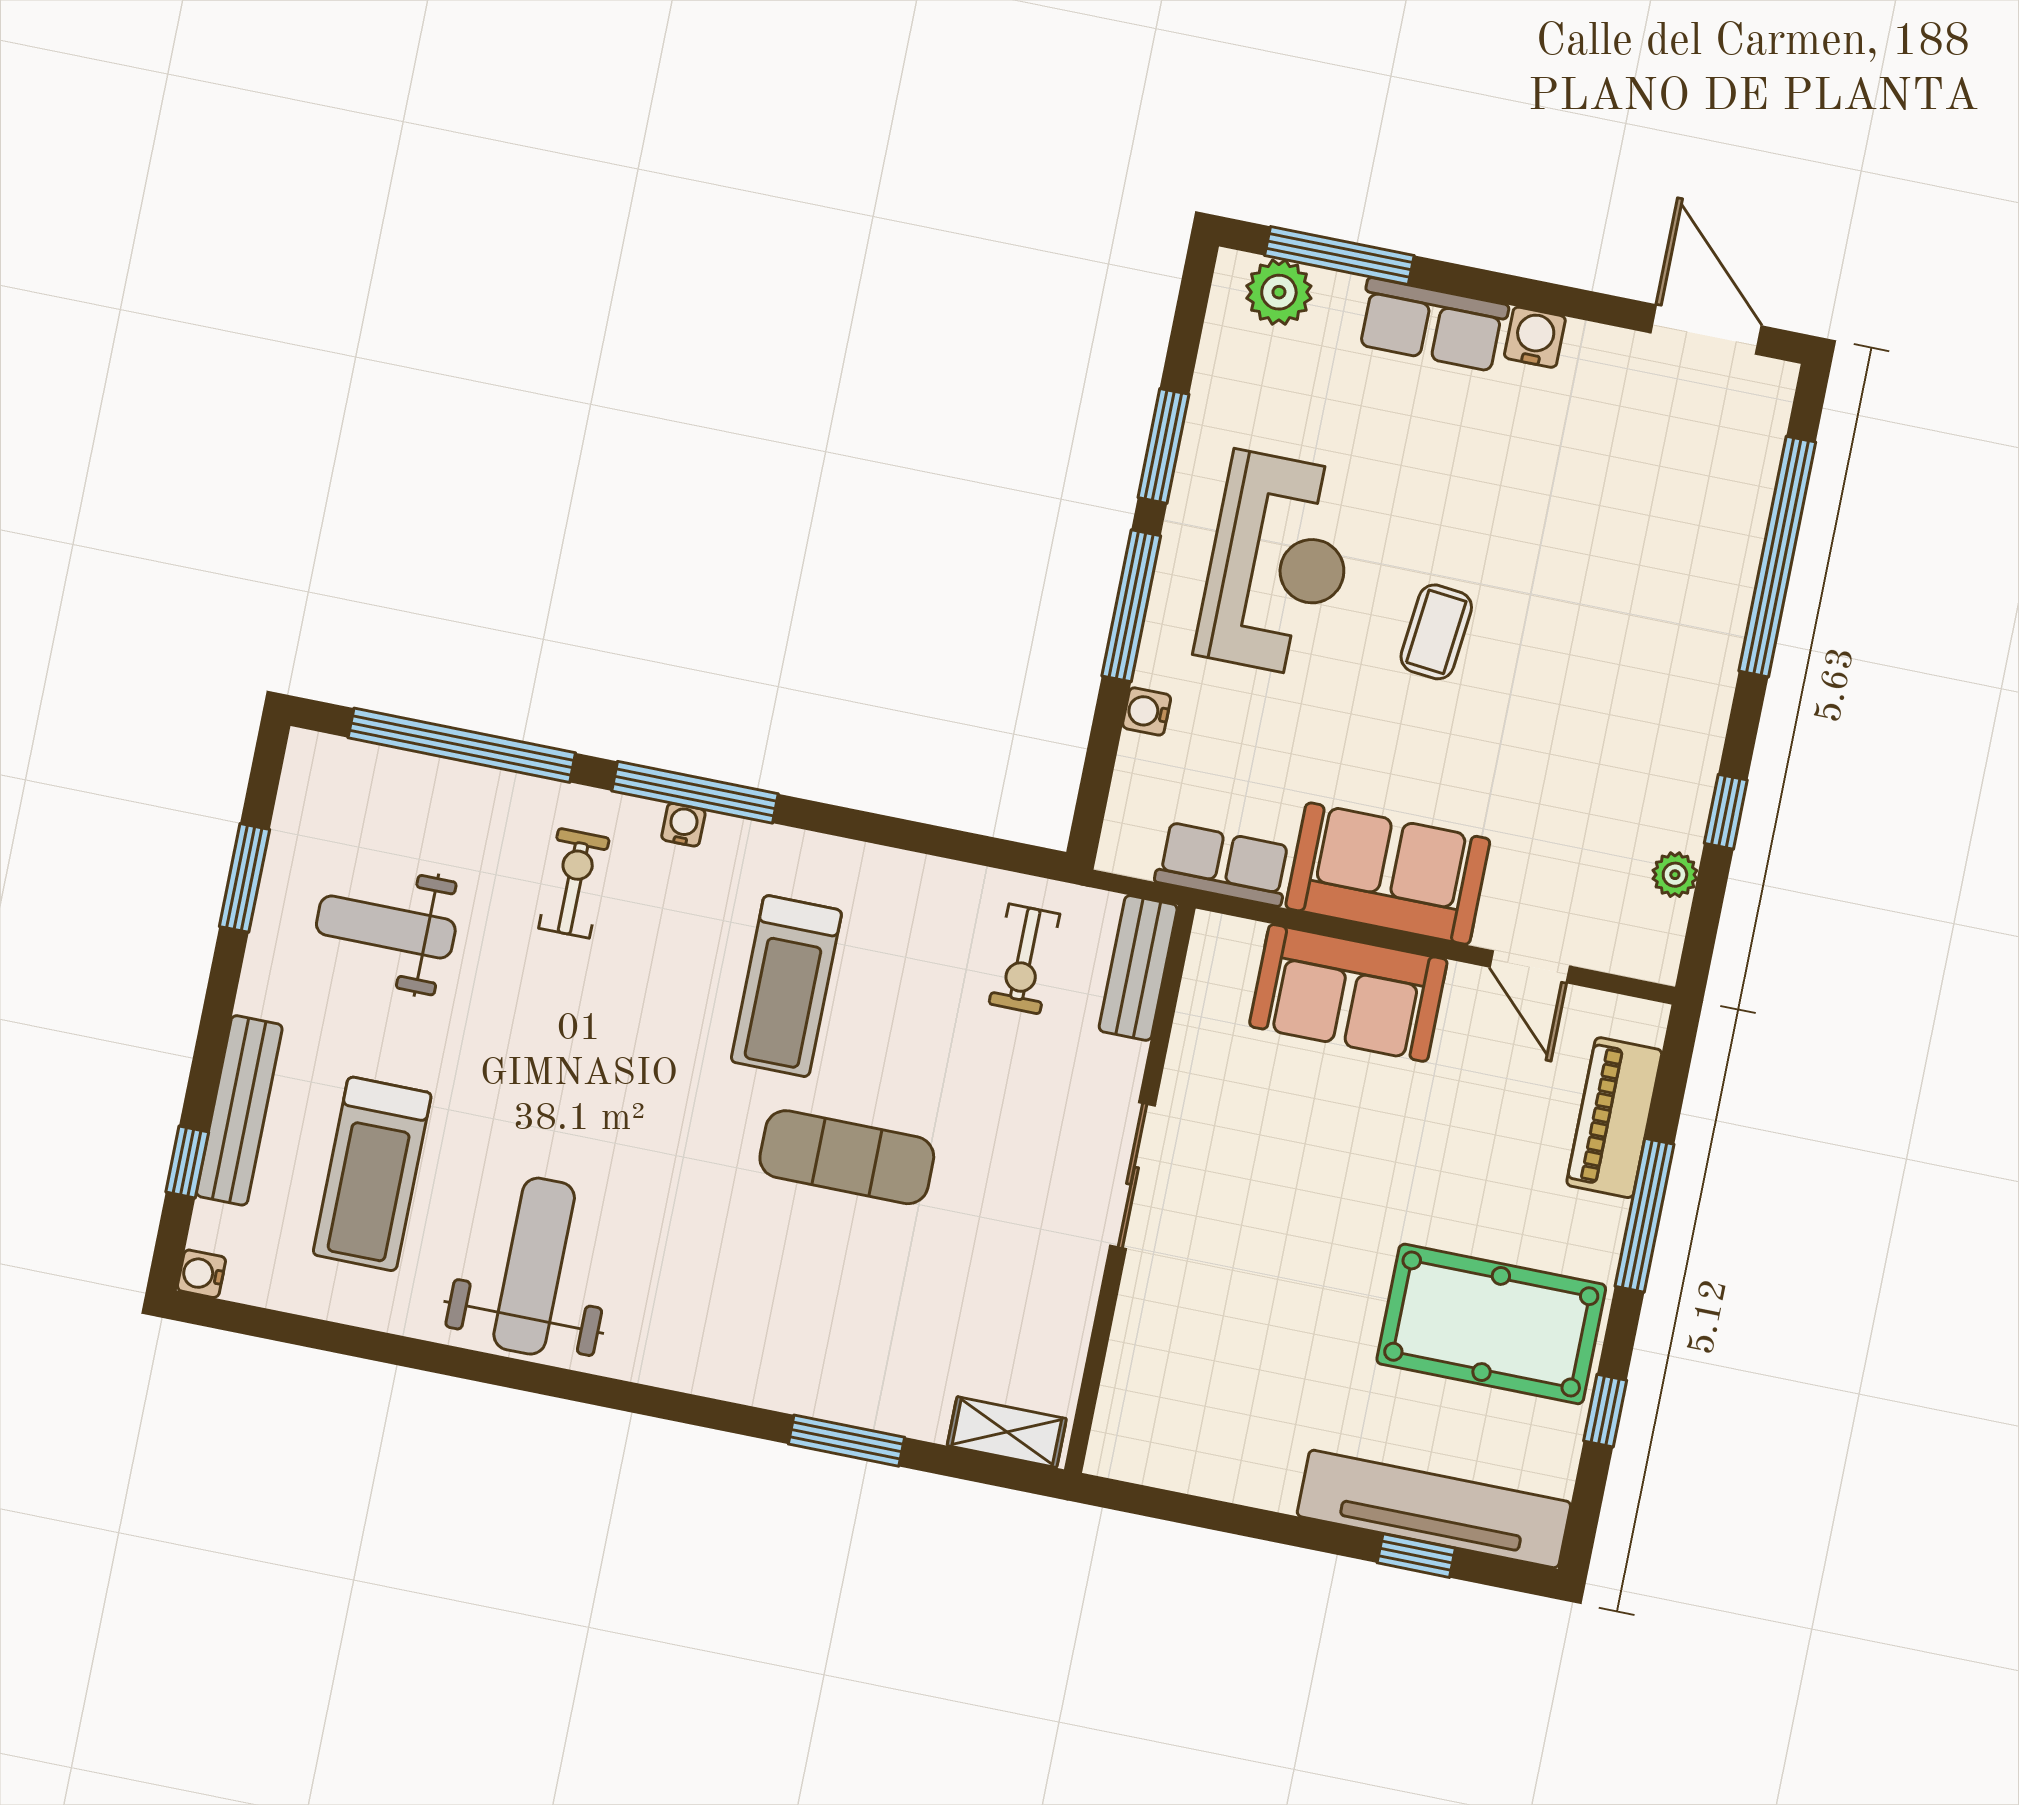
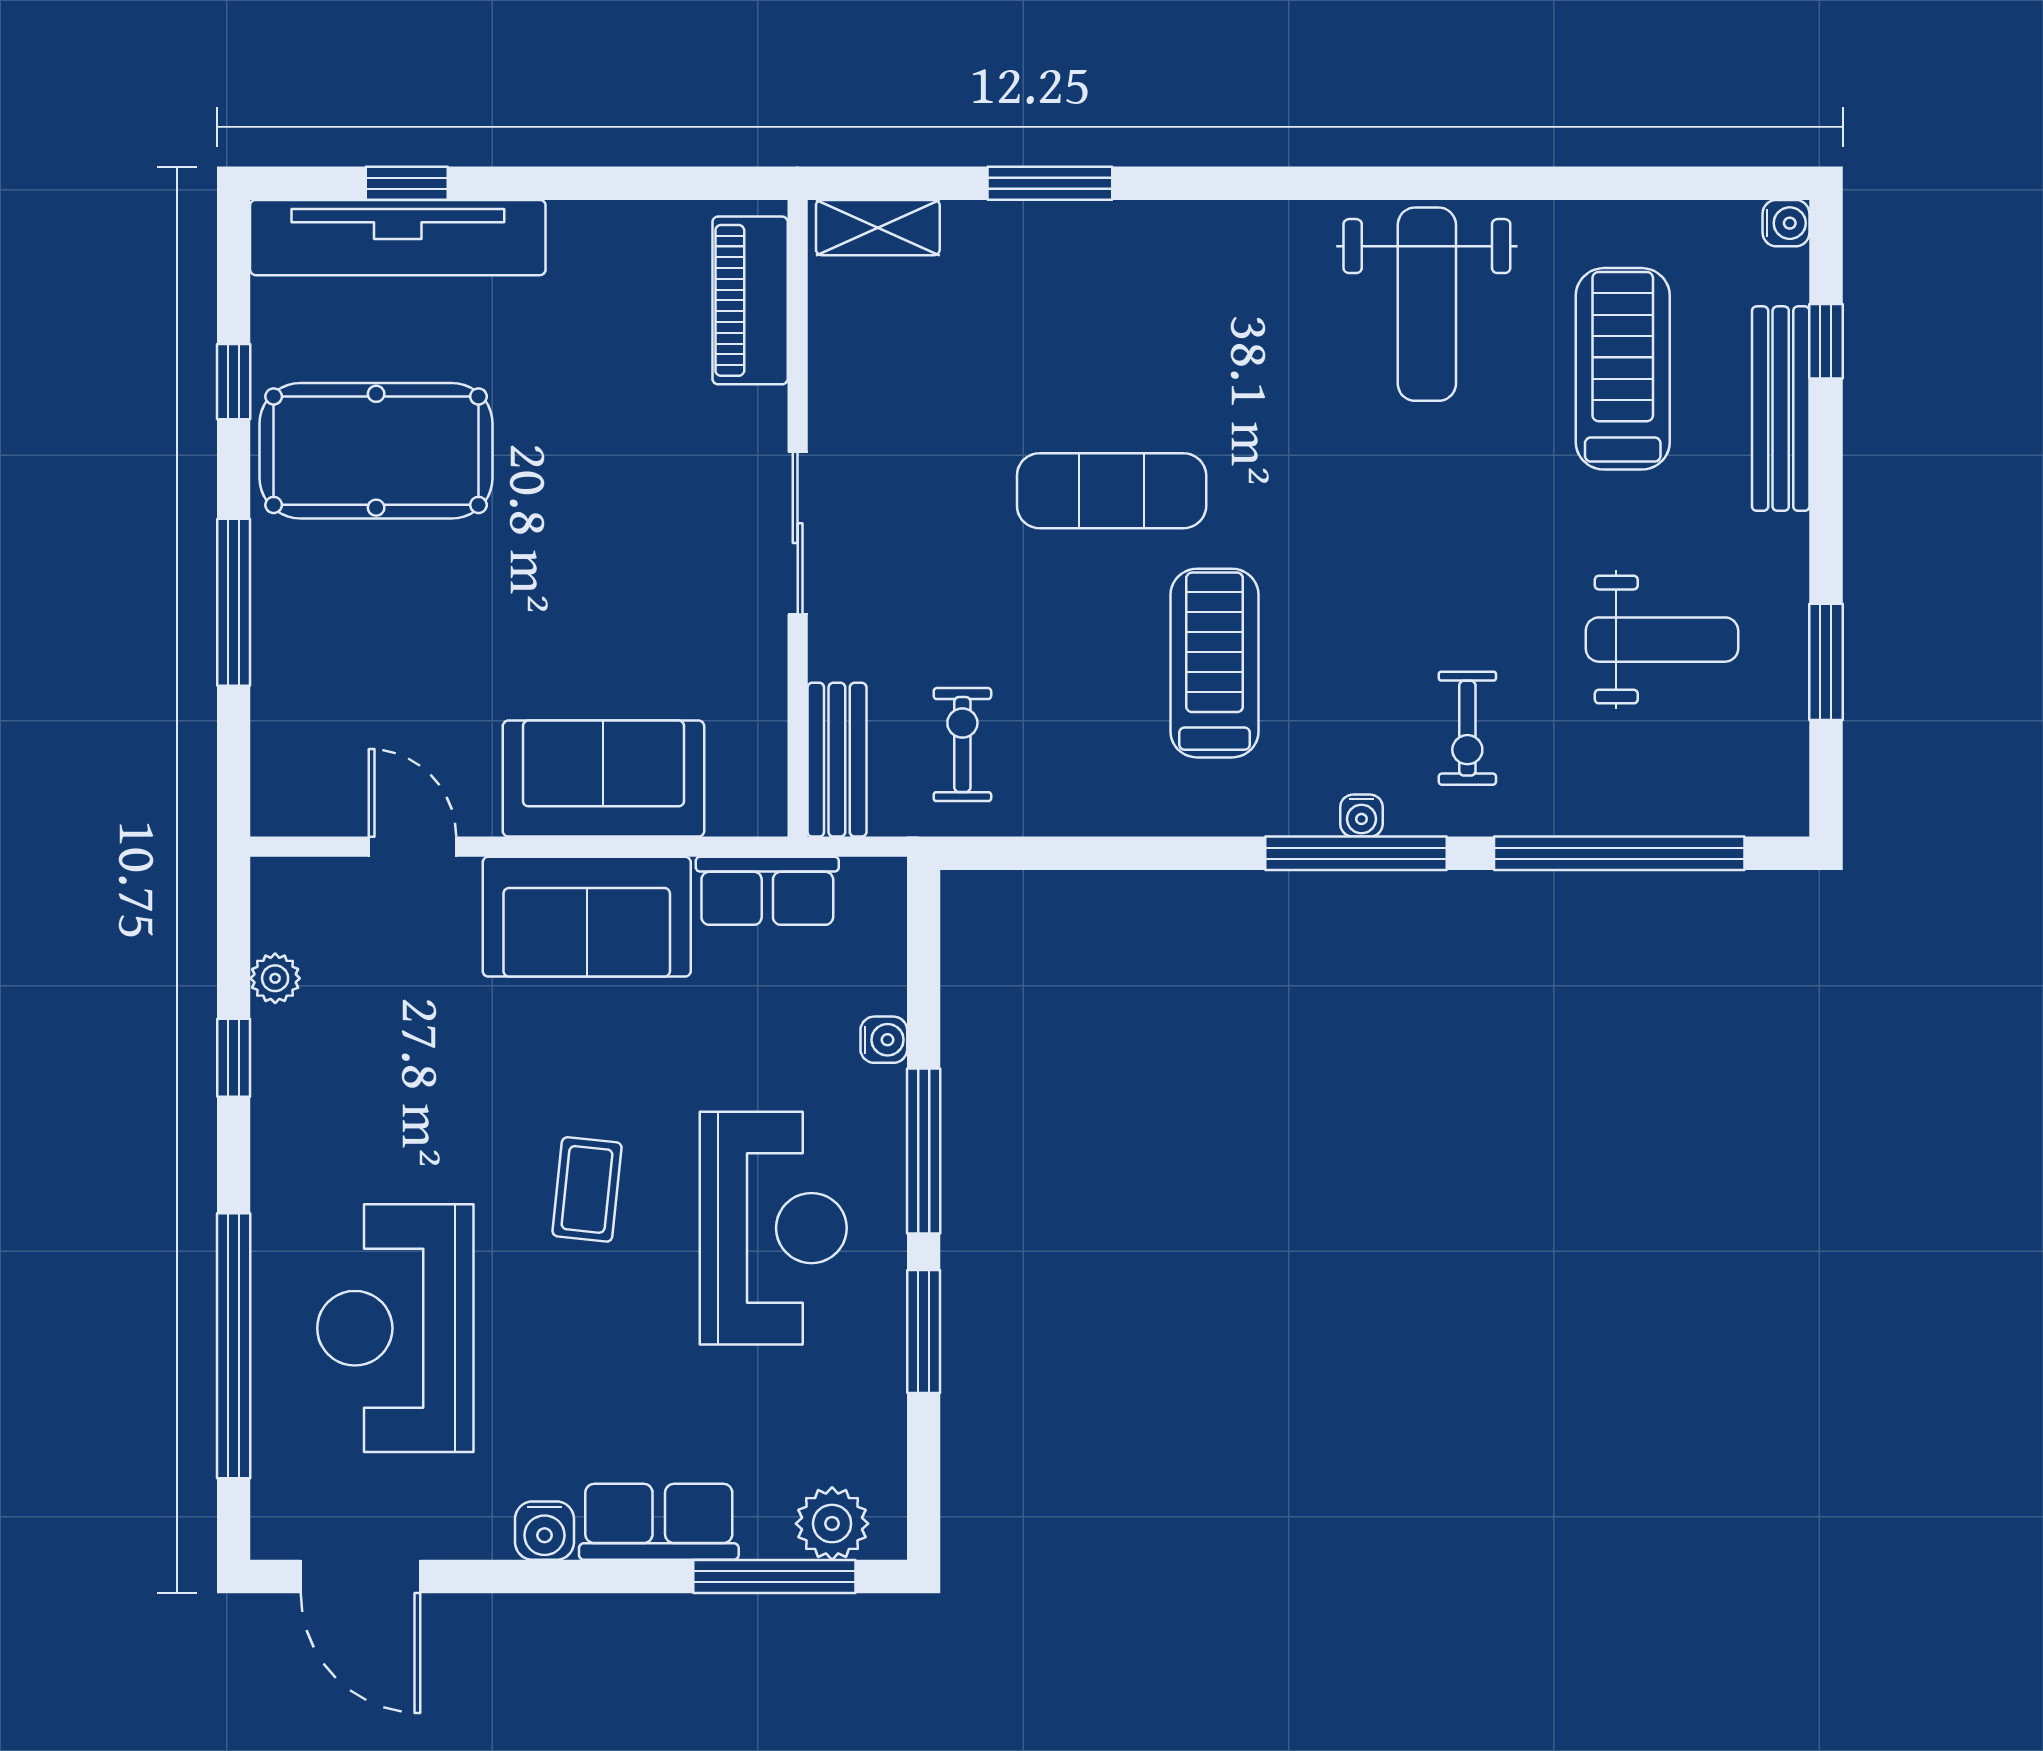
reception desk: (1631, 543) -> (395, 1328), added
reception desk: (1278, 564) -> (773, 1228), turned 180
piano: (1614, 1118) -> (750, 300), moved, turned 180

